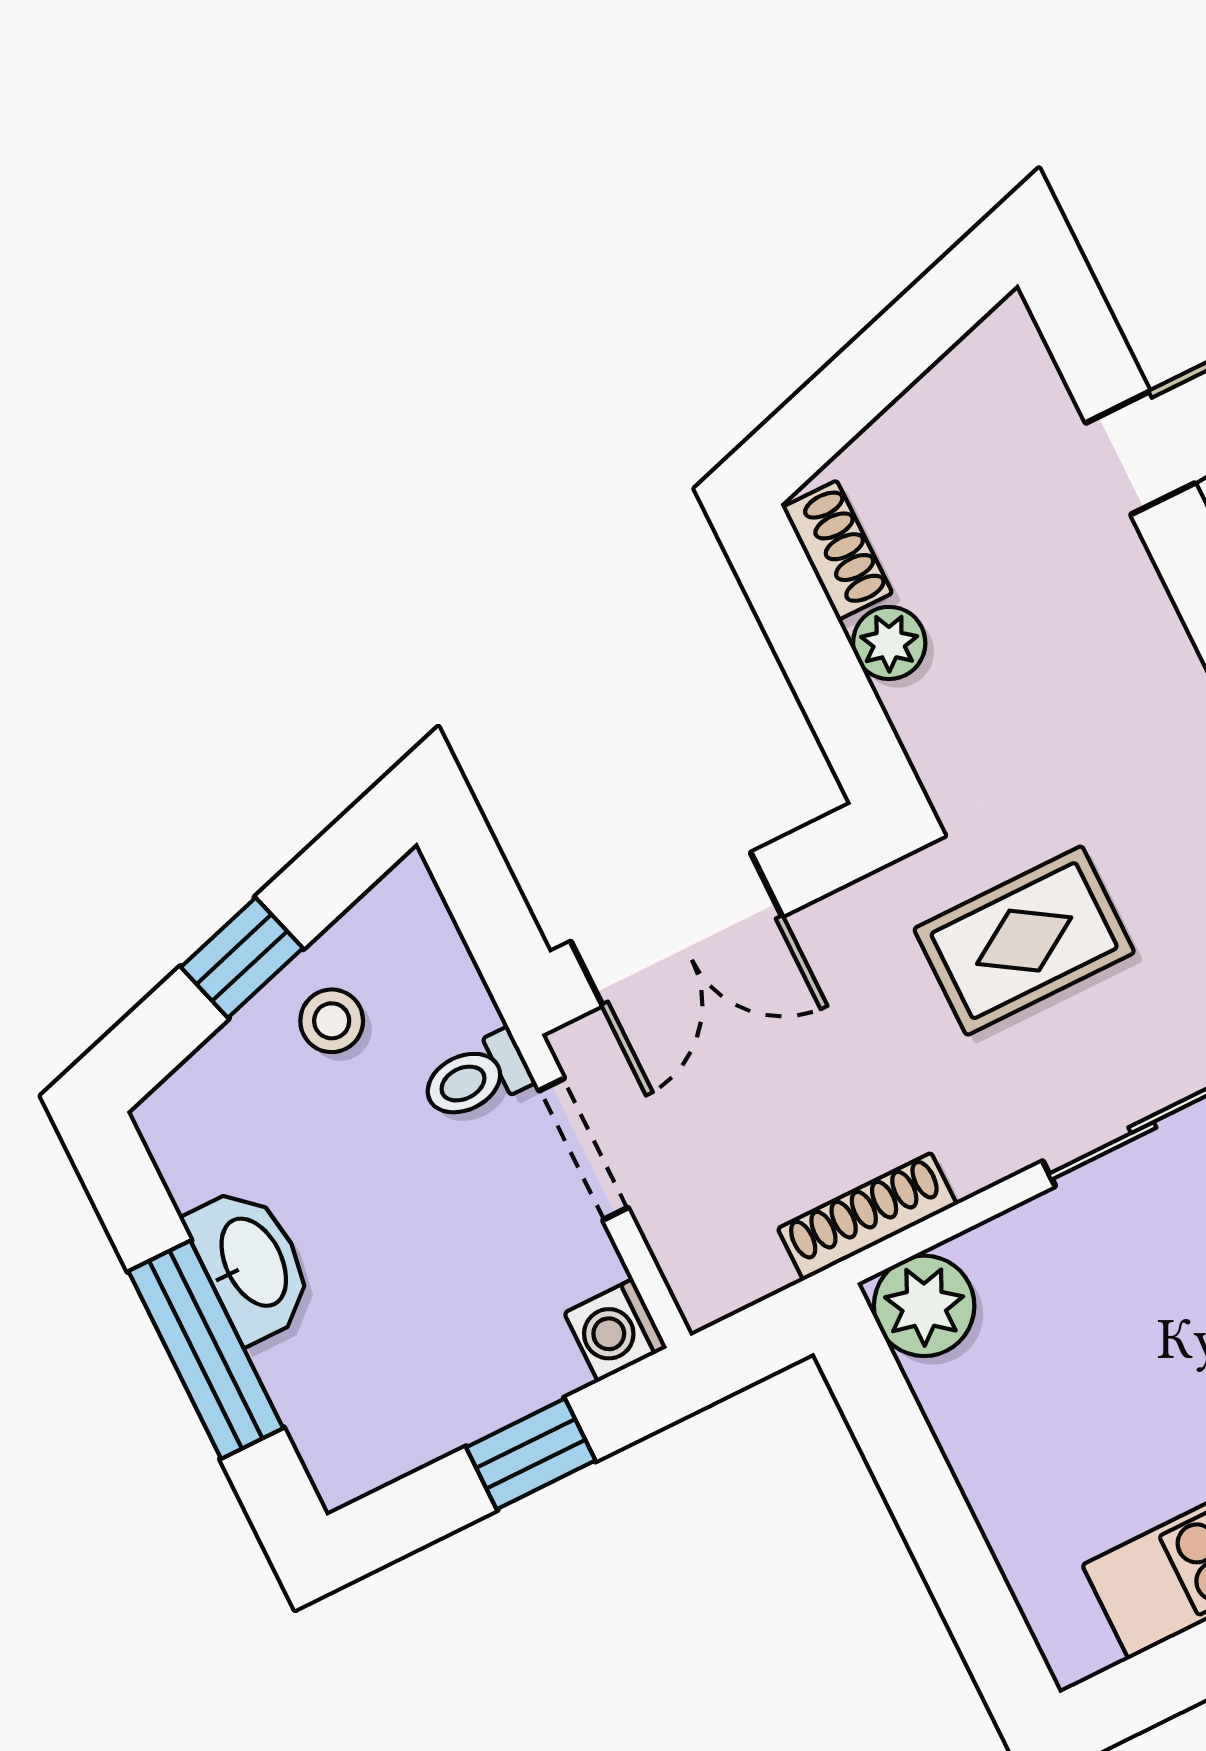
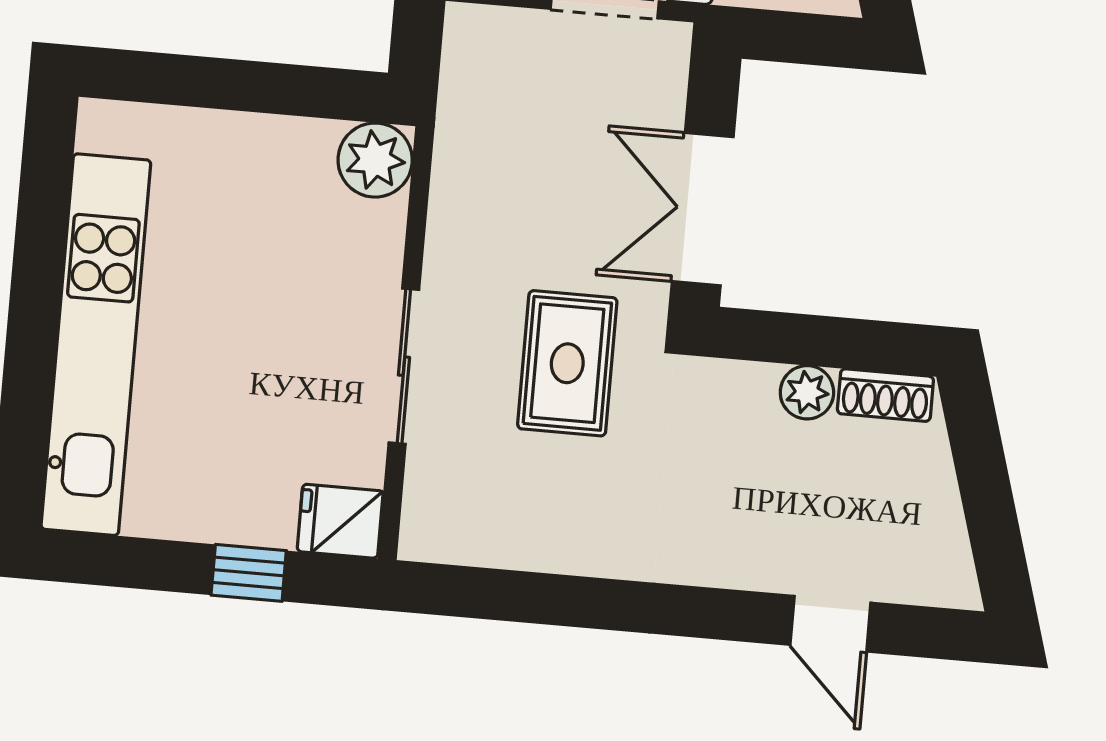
double door: (677, 929) -> (703, 209), moved
shoe rack: (867, 1216) -> (453, 158), removed

